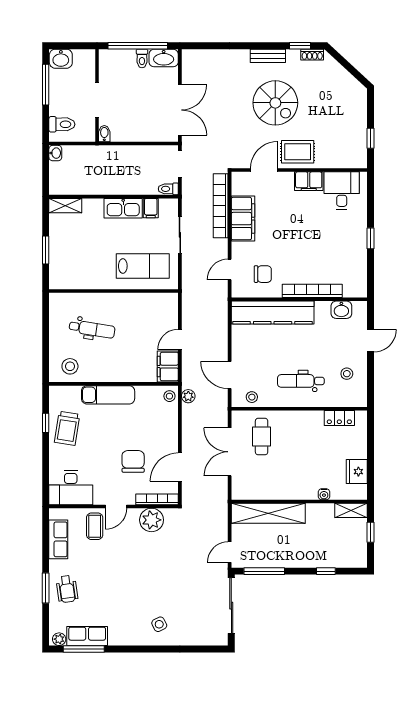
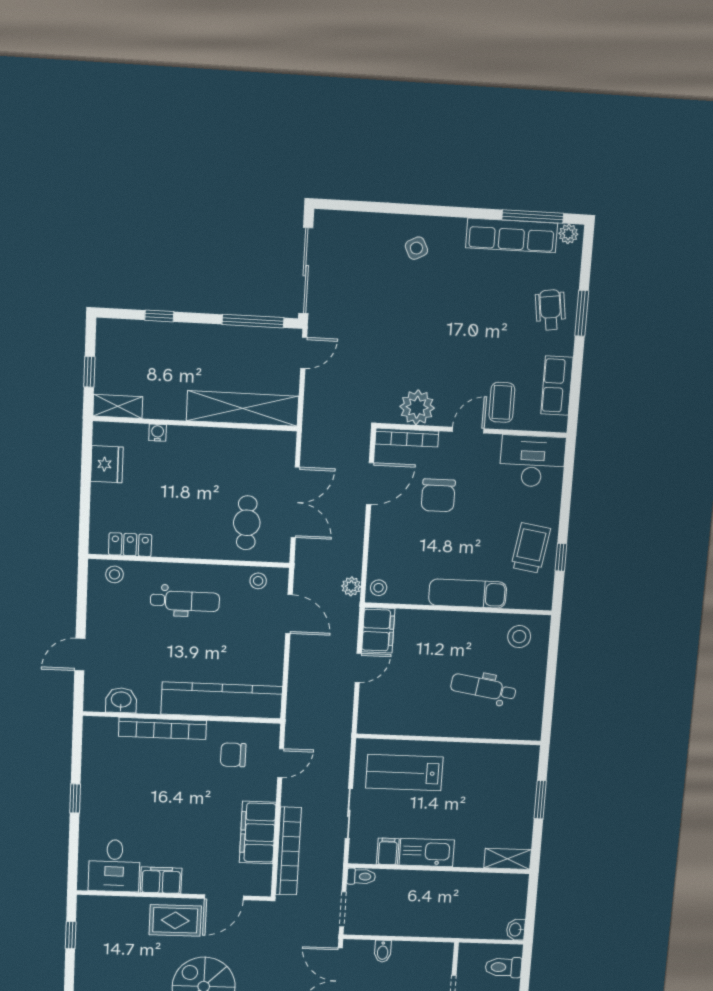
bidet: (104, 134) -> (383, 951), moved
stool: (347, 374) -> (115, 574), moved
row of seats: (87, 636) -> (512, 235), width x1.48

